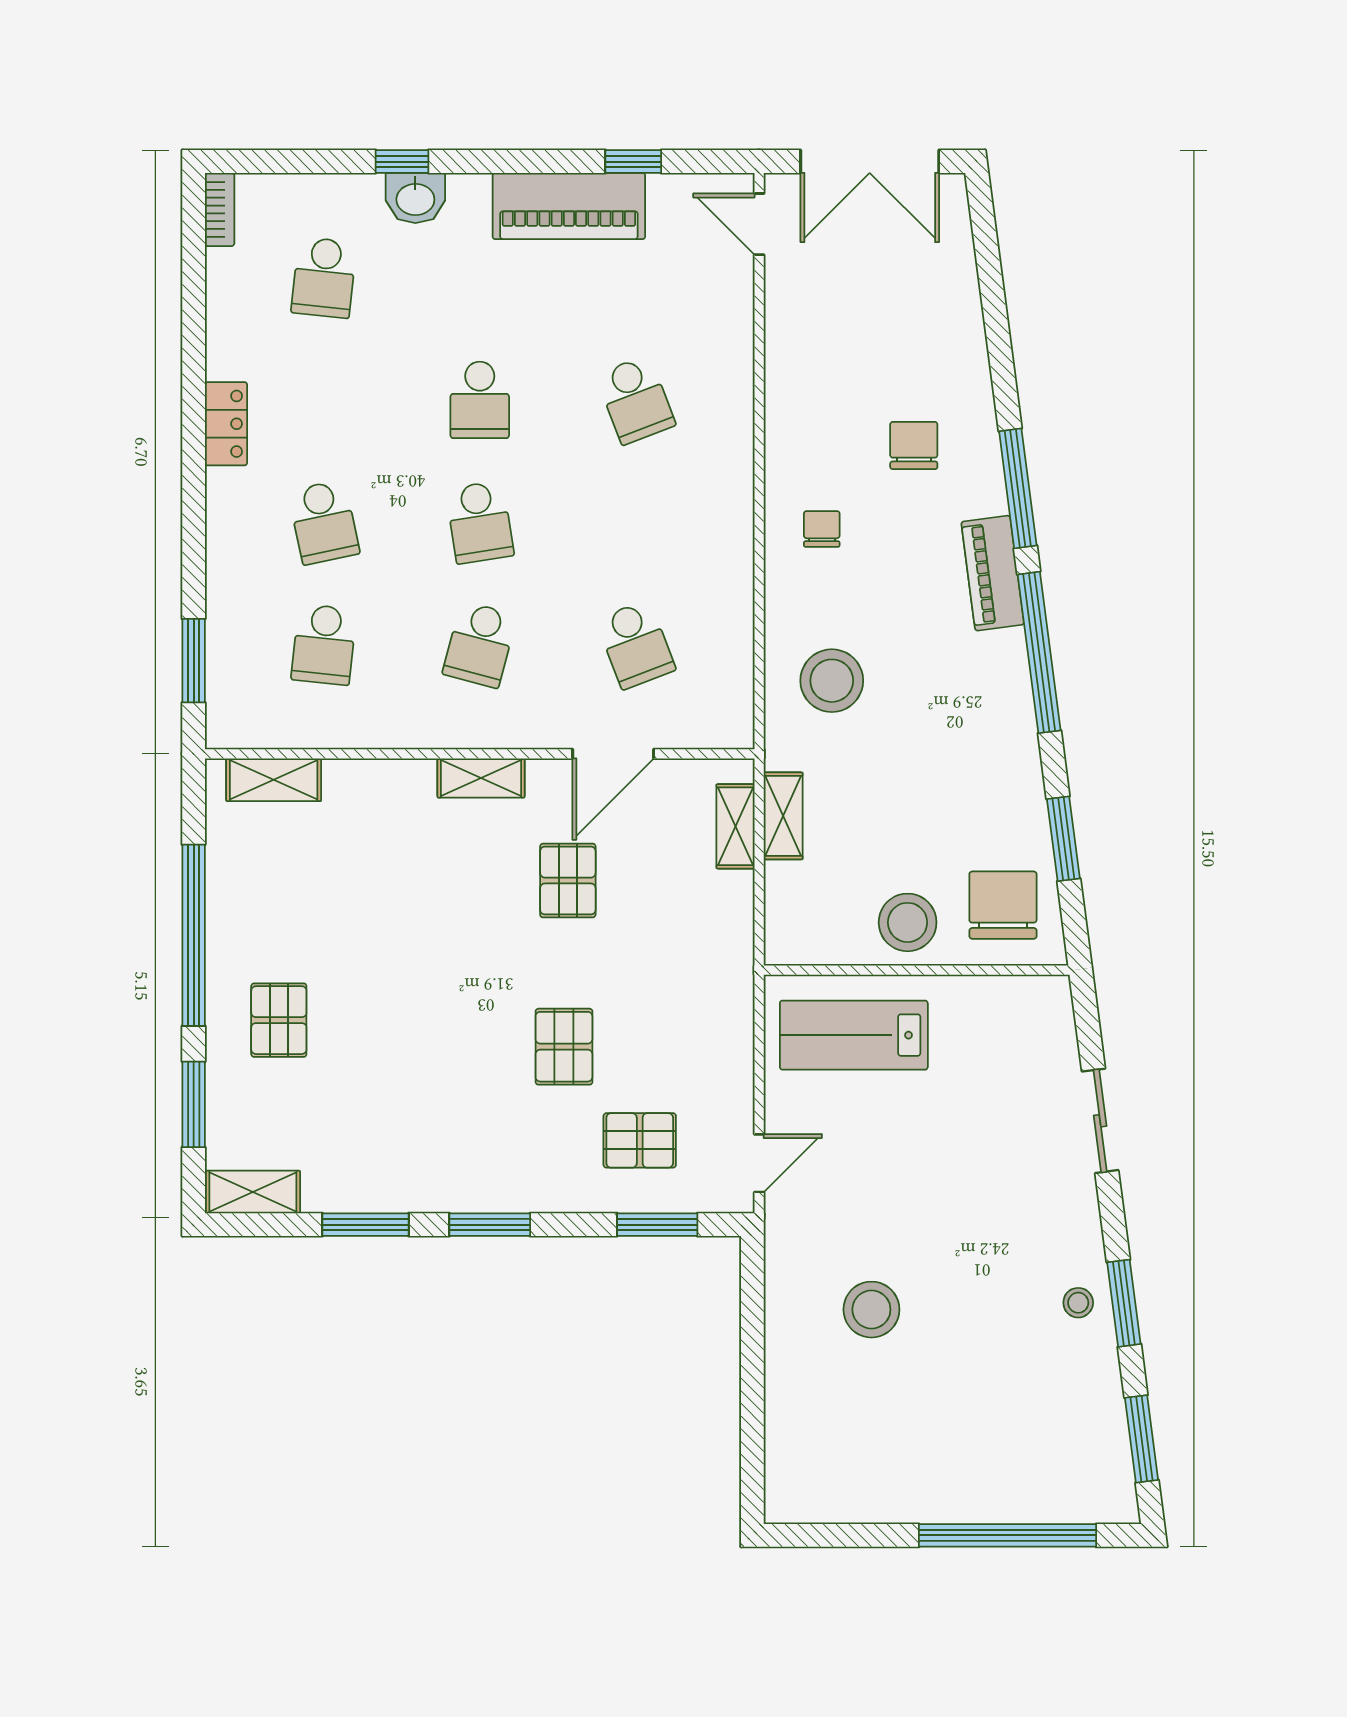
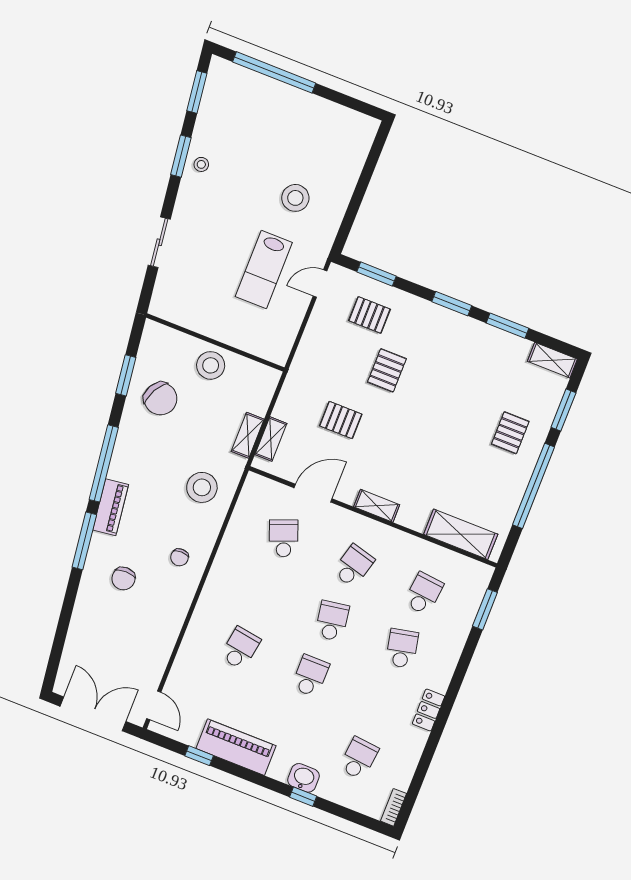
school desk: (636, 400) -> (240, 648), turned 30
shelving: (274, 780) -> (461, 534), width x1.50, depth x1.33
pallet: (568, 881) -> (341, 420), moved, turned 90
chair: (1003, 905) -> (160, 399), moved, turned -62
lab bench: (854, 1035) -> (264, 270), moved, turned 90

